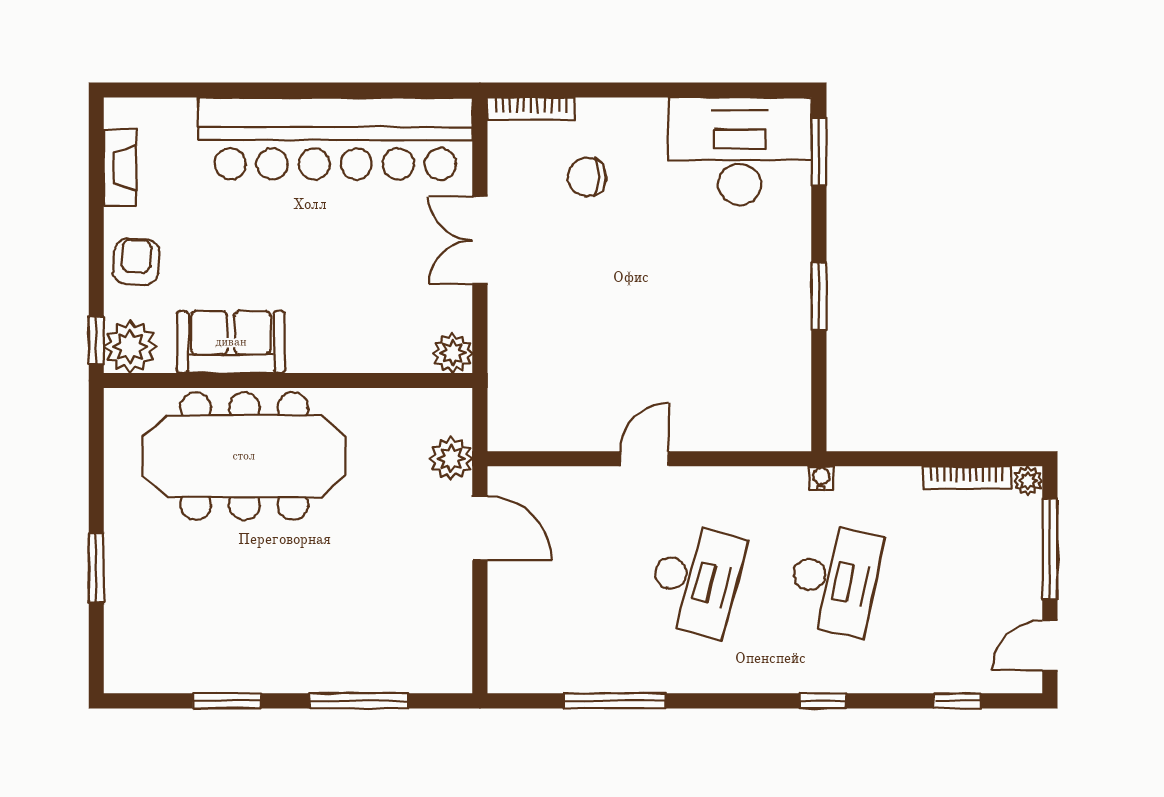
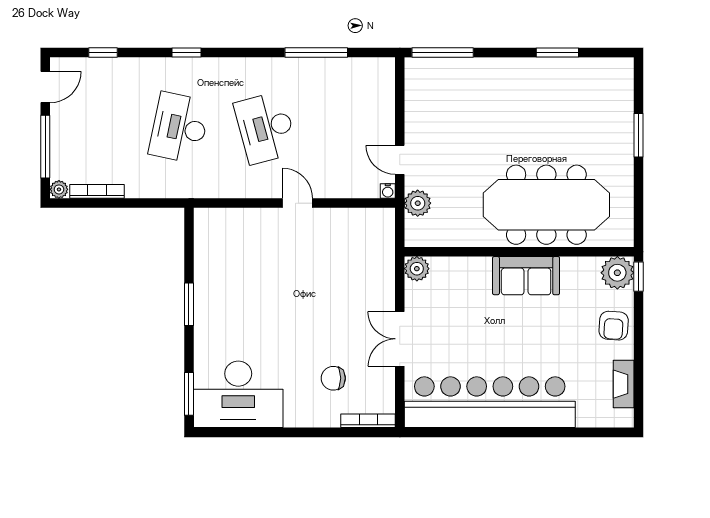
chair: (587, 177) -> (333, 378), turned 180
double door: (480, 240) -> (400, 339), swing flipped
sofa: (231, 342) -> (526, 276), moved
door: (644, 459) -> (297, 203), swing flipped
water cooler: (821, 478) -> (388, 191), moved
door: (480, 528) -> (400, 160), width x0.73
desk: (695, 580) -> (266, 128), turned -30
window: (359, 701) -> (443, 52), moved

